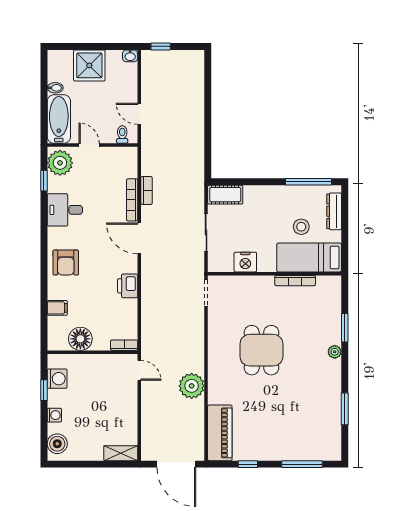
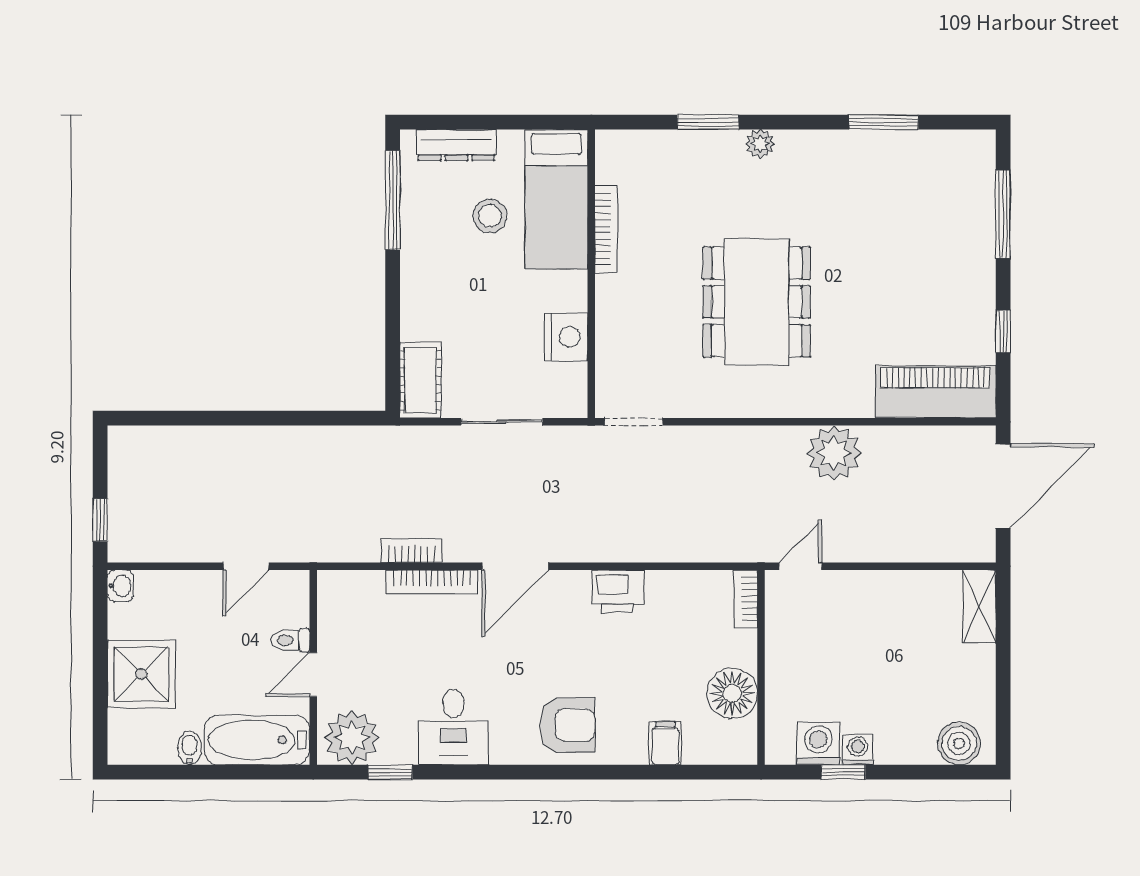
toilet: (122, 134) -> (290, 640), moved
dining table: (261, 350) -> (757, 302), width x1.38
washing machine: (54, 415) -> (858, 750), moved

